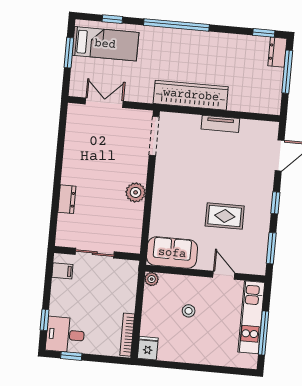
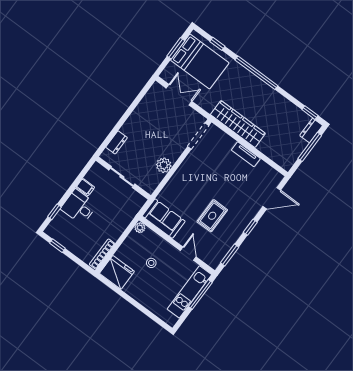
bed: (105, 44) -> (200, 61), width x1.50
rug: (225, 216) -> (212, 216), turned 90
sliding door: (95, 253) -> (122, 177), moved
wall: (97, 253) -> (123, 178), moved
window: (264, 333) -> (200, 294), moved
desk: (65, 335) -> (79, 207), moved
fridge: (148, 348) -> (117, 272), width x1.88, depth x1.34

